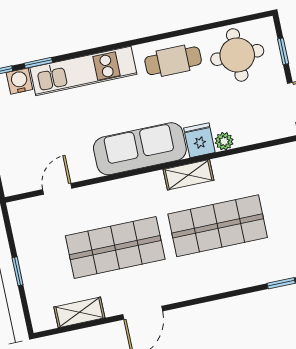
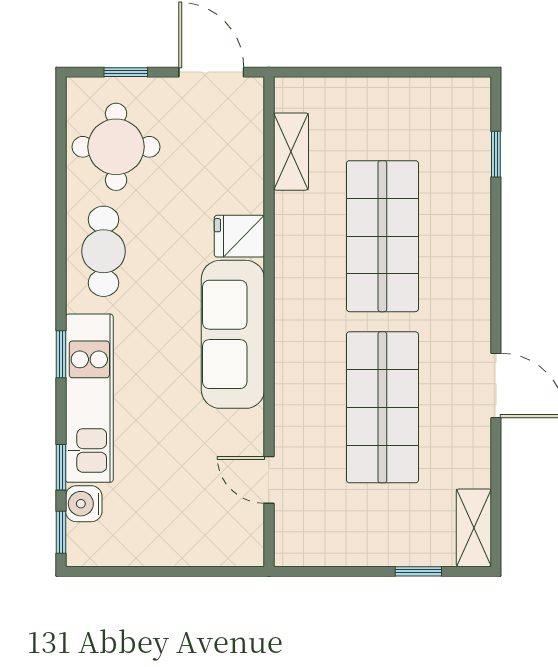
window: (106, 48) -> (61, 354), added
plant: (224, 141) -> (249, 197), removed
shelving: (189, 175) -> (291, 152), moved
window: (18, 271) -> (418, 571), moved
shelving: (79, 312) -> (474, 528), moved

